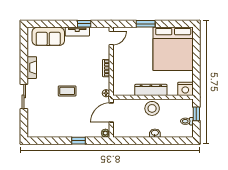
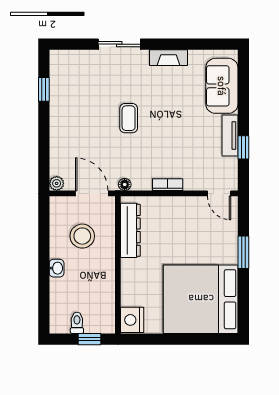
dresser: (151, 90) -> (130, 230), moved
stool: (152, 108) -> (82, 236), moved
window: (79, 141) -> (44, 89), moved

